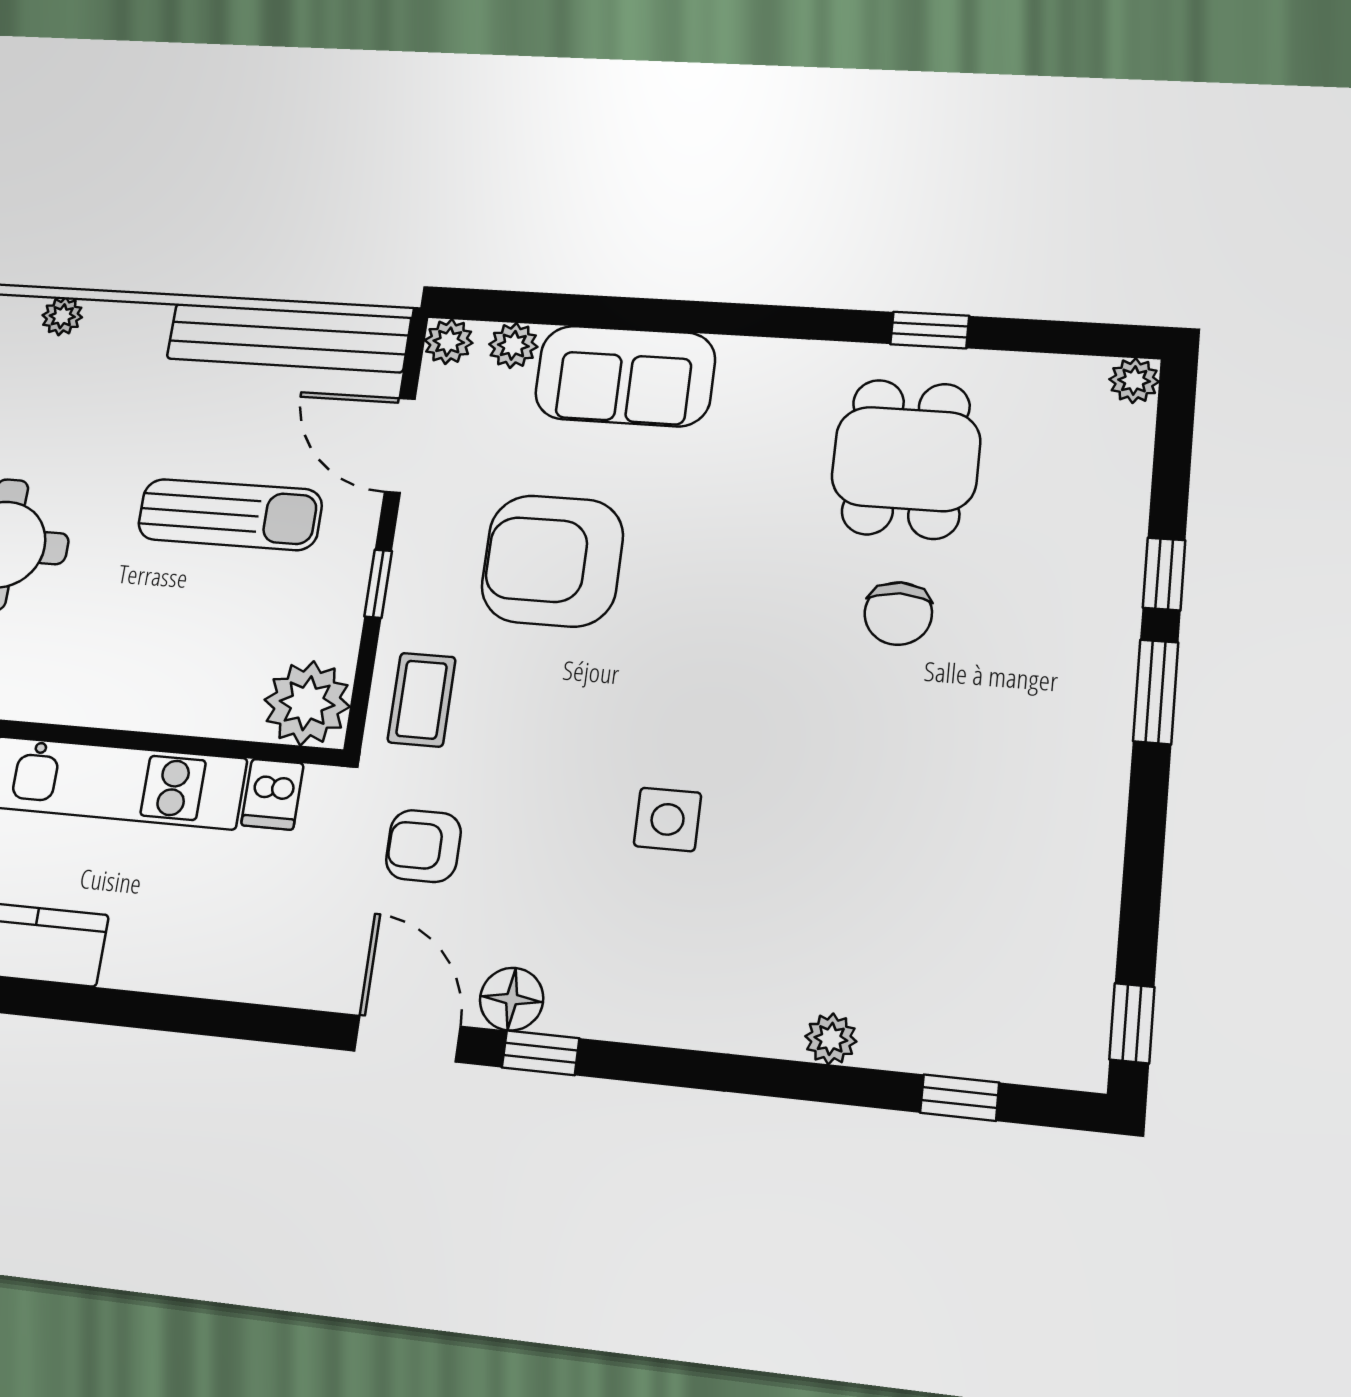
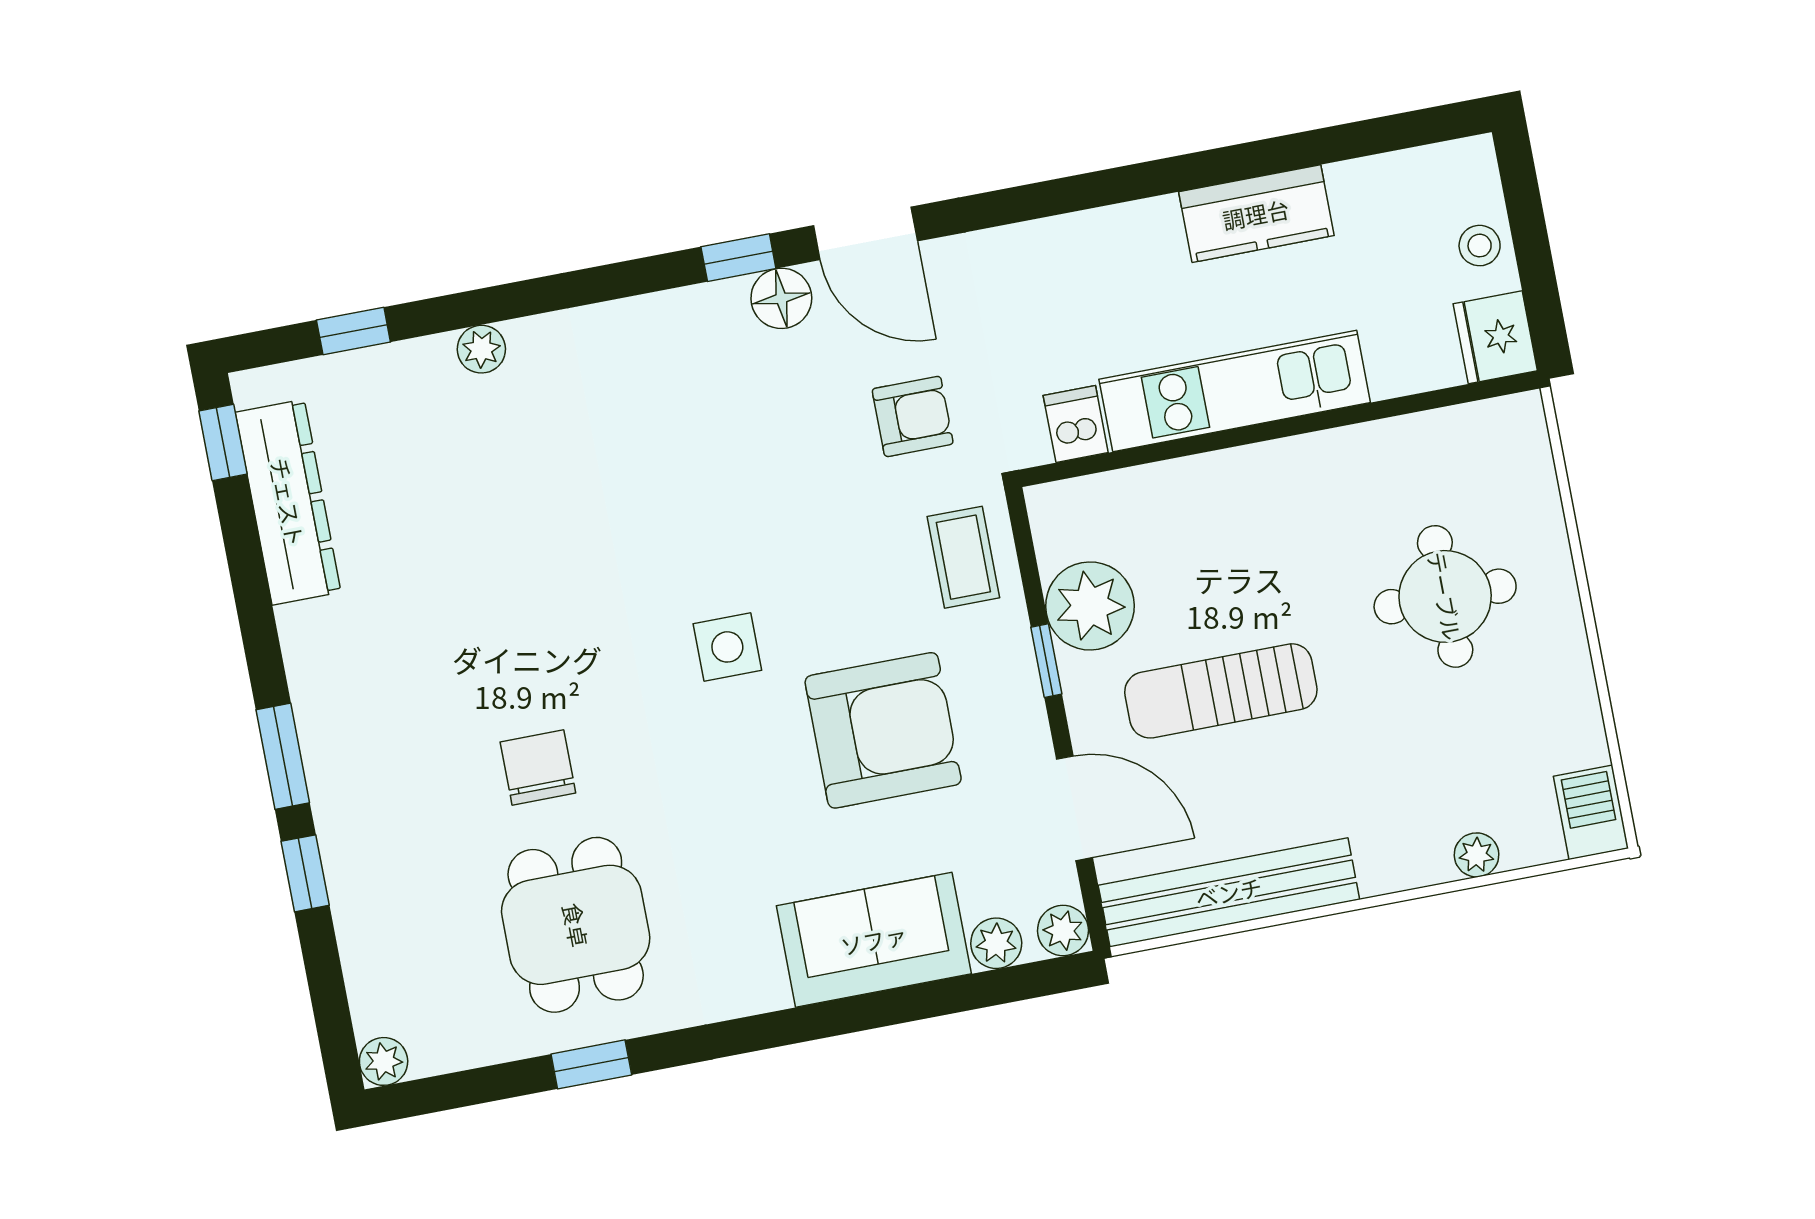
plant: (307, 703) -> (1090, 606), moved
side table: (668, 819) -> (727, 647), moved
dresser: (1079, 942) -> (288, 502), added

